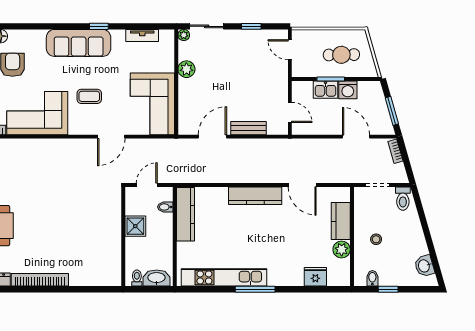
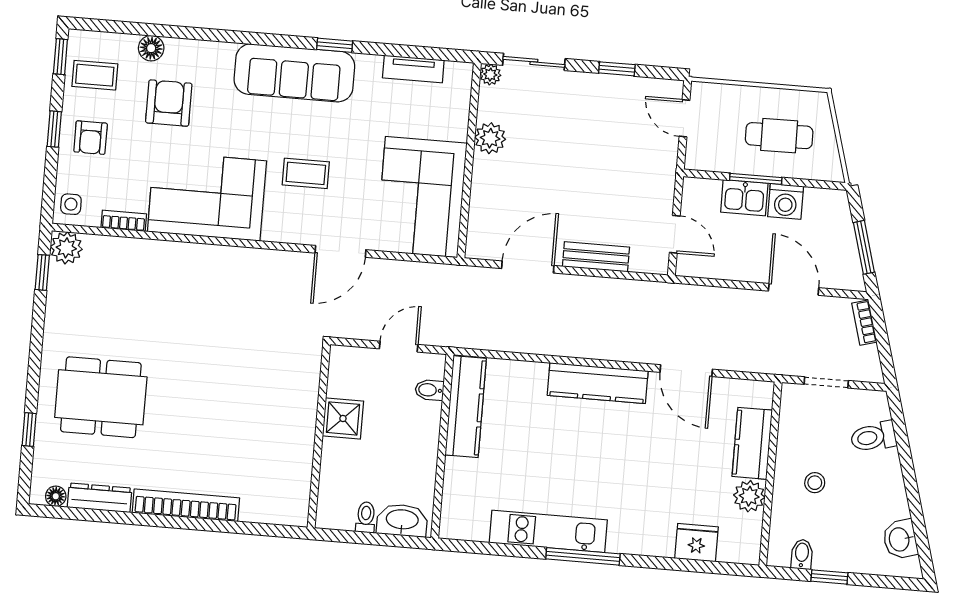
toilet: (403, 199) -> (873, 437), moved, turned 74
shower: (135, 226) -> (343, 418), moved
wall: (123, 237) -> (319, 436), moved
kitchen unit: (224, 277) -> (548, 531), width x0.73

